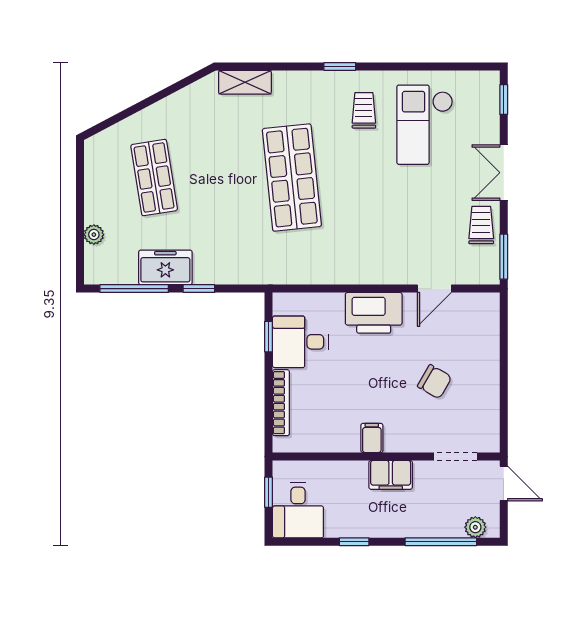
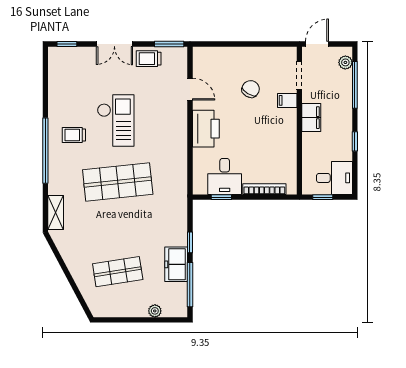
window: (340, 66) -> (45, 151), width x3.17
checkout: (425, 125) -> (116, 120), moved, turned -90
filing cabinet: (372, 438) -> (287, 100), moved

